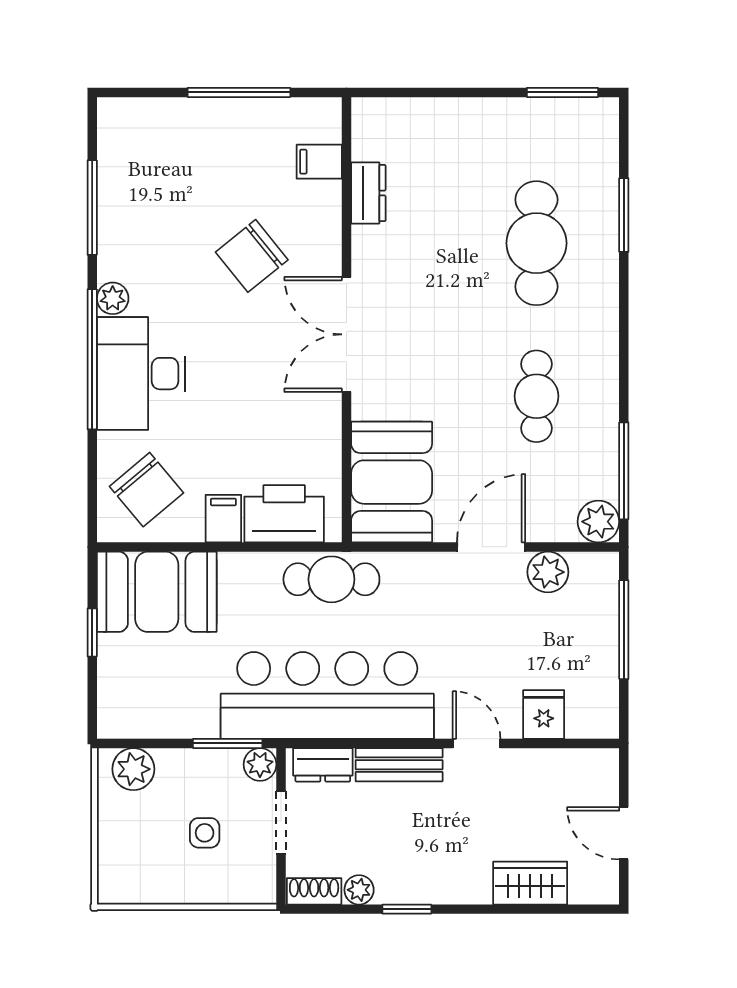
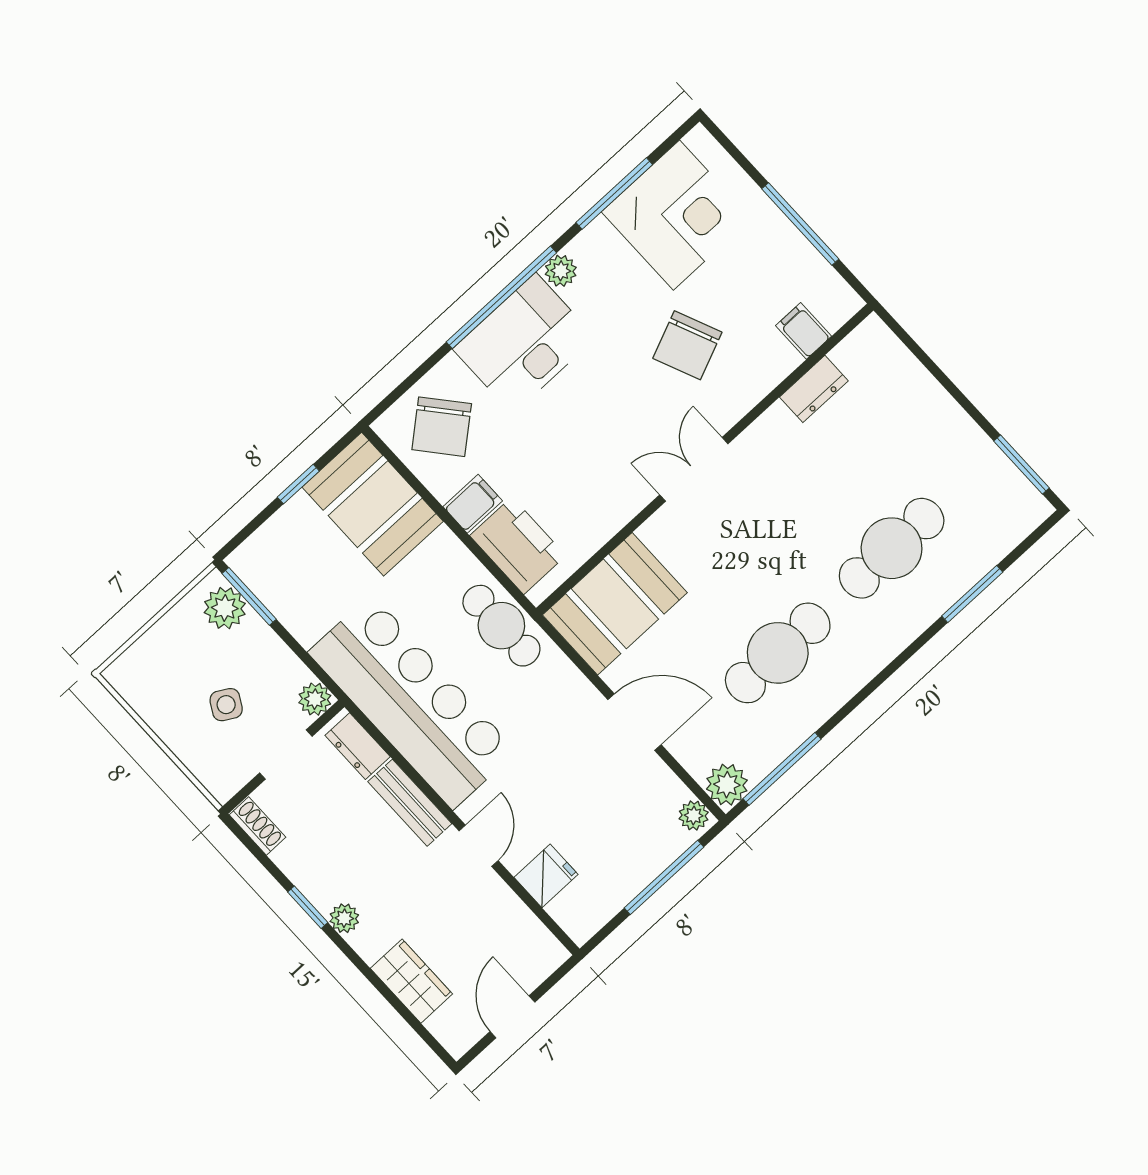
corner desk: (150, 177) -> (676, 215), added
chair: (252, 256) -> (687, 345), turned -74
double door: (346, 334) -> (694, 469), width x0.73
cafe table: (536, 396) -> (778, 653), width x1.37, depth x1.35
plant: (548, 572) -> (694, 816), moved, width x0.73, depth x0.73
window: (228, 743) -> (249, 596), moved
side table: (205, 833) -> (226, 705), turned 30
plant: (359, 890) -> (344, 918), moved

